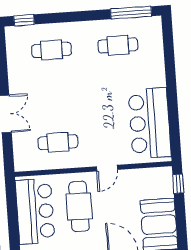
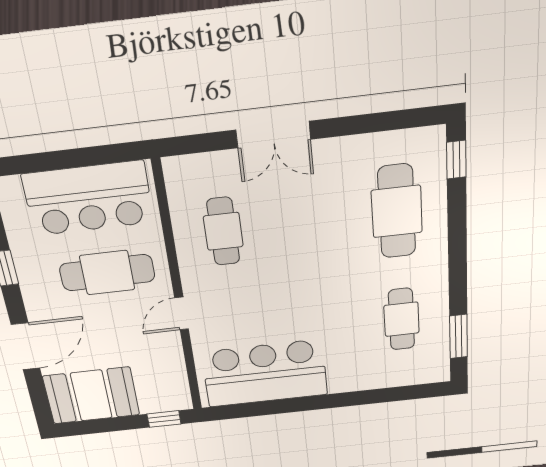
window: (131, 13) -> (458, 336), width x0.69
cafe table: (52, 50) -> (397, 211), width x1.37, depth x1.35
door: (107, 168) -> (182, 313), hinge flipped

